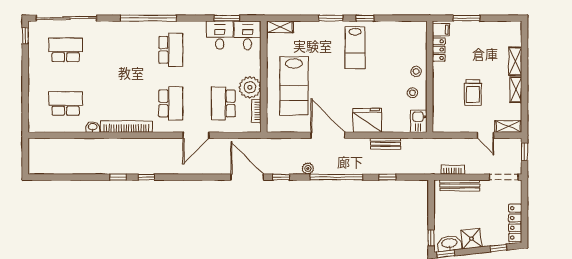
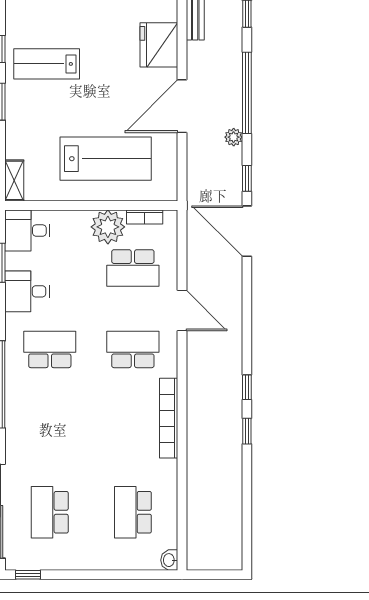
desk: (220, 35) -> (27, 291), moved
lab bench: (355, 48) -> (47, 64), turned 180
washbasin: (93, 127) -> (169, 560), moved
door: (247, 177) -> (247, 231), hinge flipped

